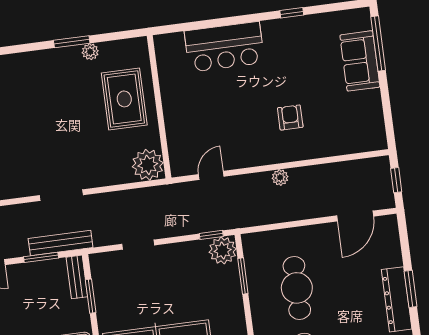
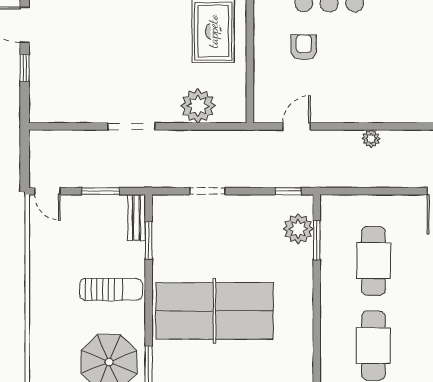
armchair: (290, 117) -> (304, 47), moved
plant: (148, 165) -> (198, 106), moved
bench: (61, 243) -> (124, 178), removed
plant: (223, 250) -> (298, 229), moved

